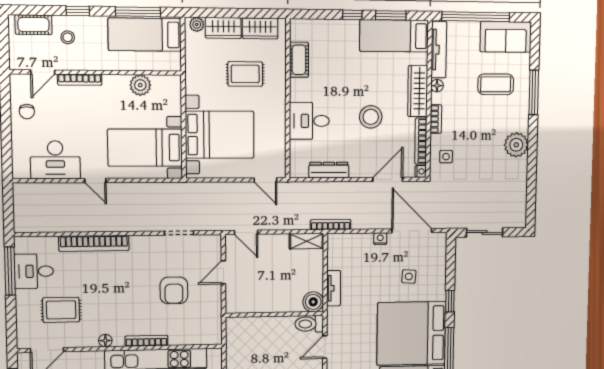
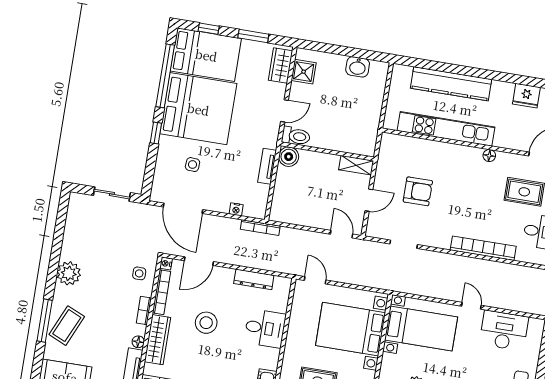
coffee table: (496, 84) -> (67, 326), moved, turned -66
nightstand: (380, 239) -> (236, 209), moved
shelving: (307, 241) -> (356, 165), moved
armchair: (174, 290) -> (418, 191), turned 90
bookcase: (146, 341) -> (452, 148), removed

